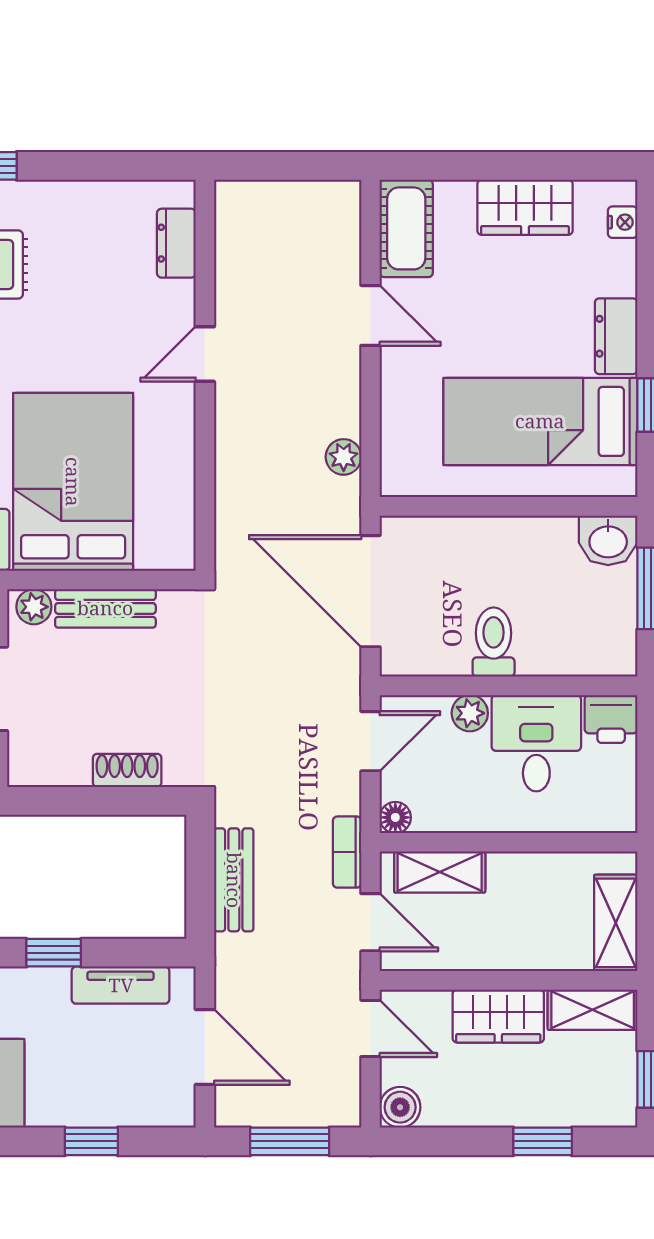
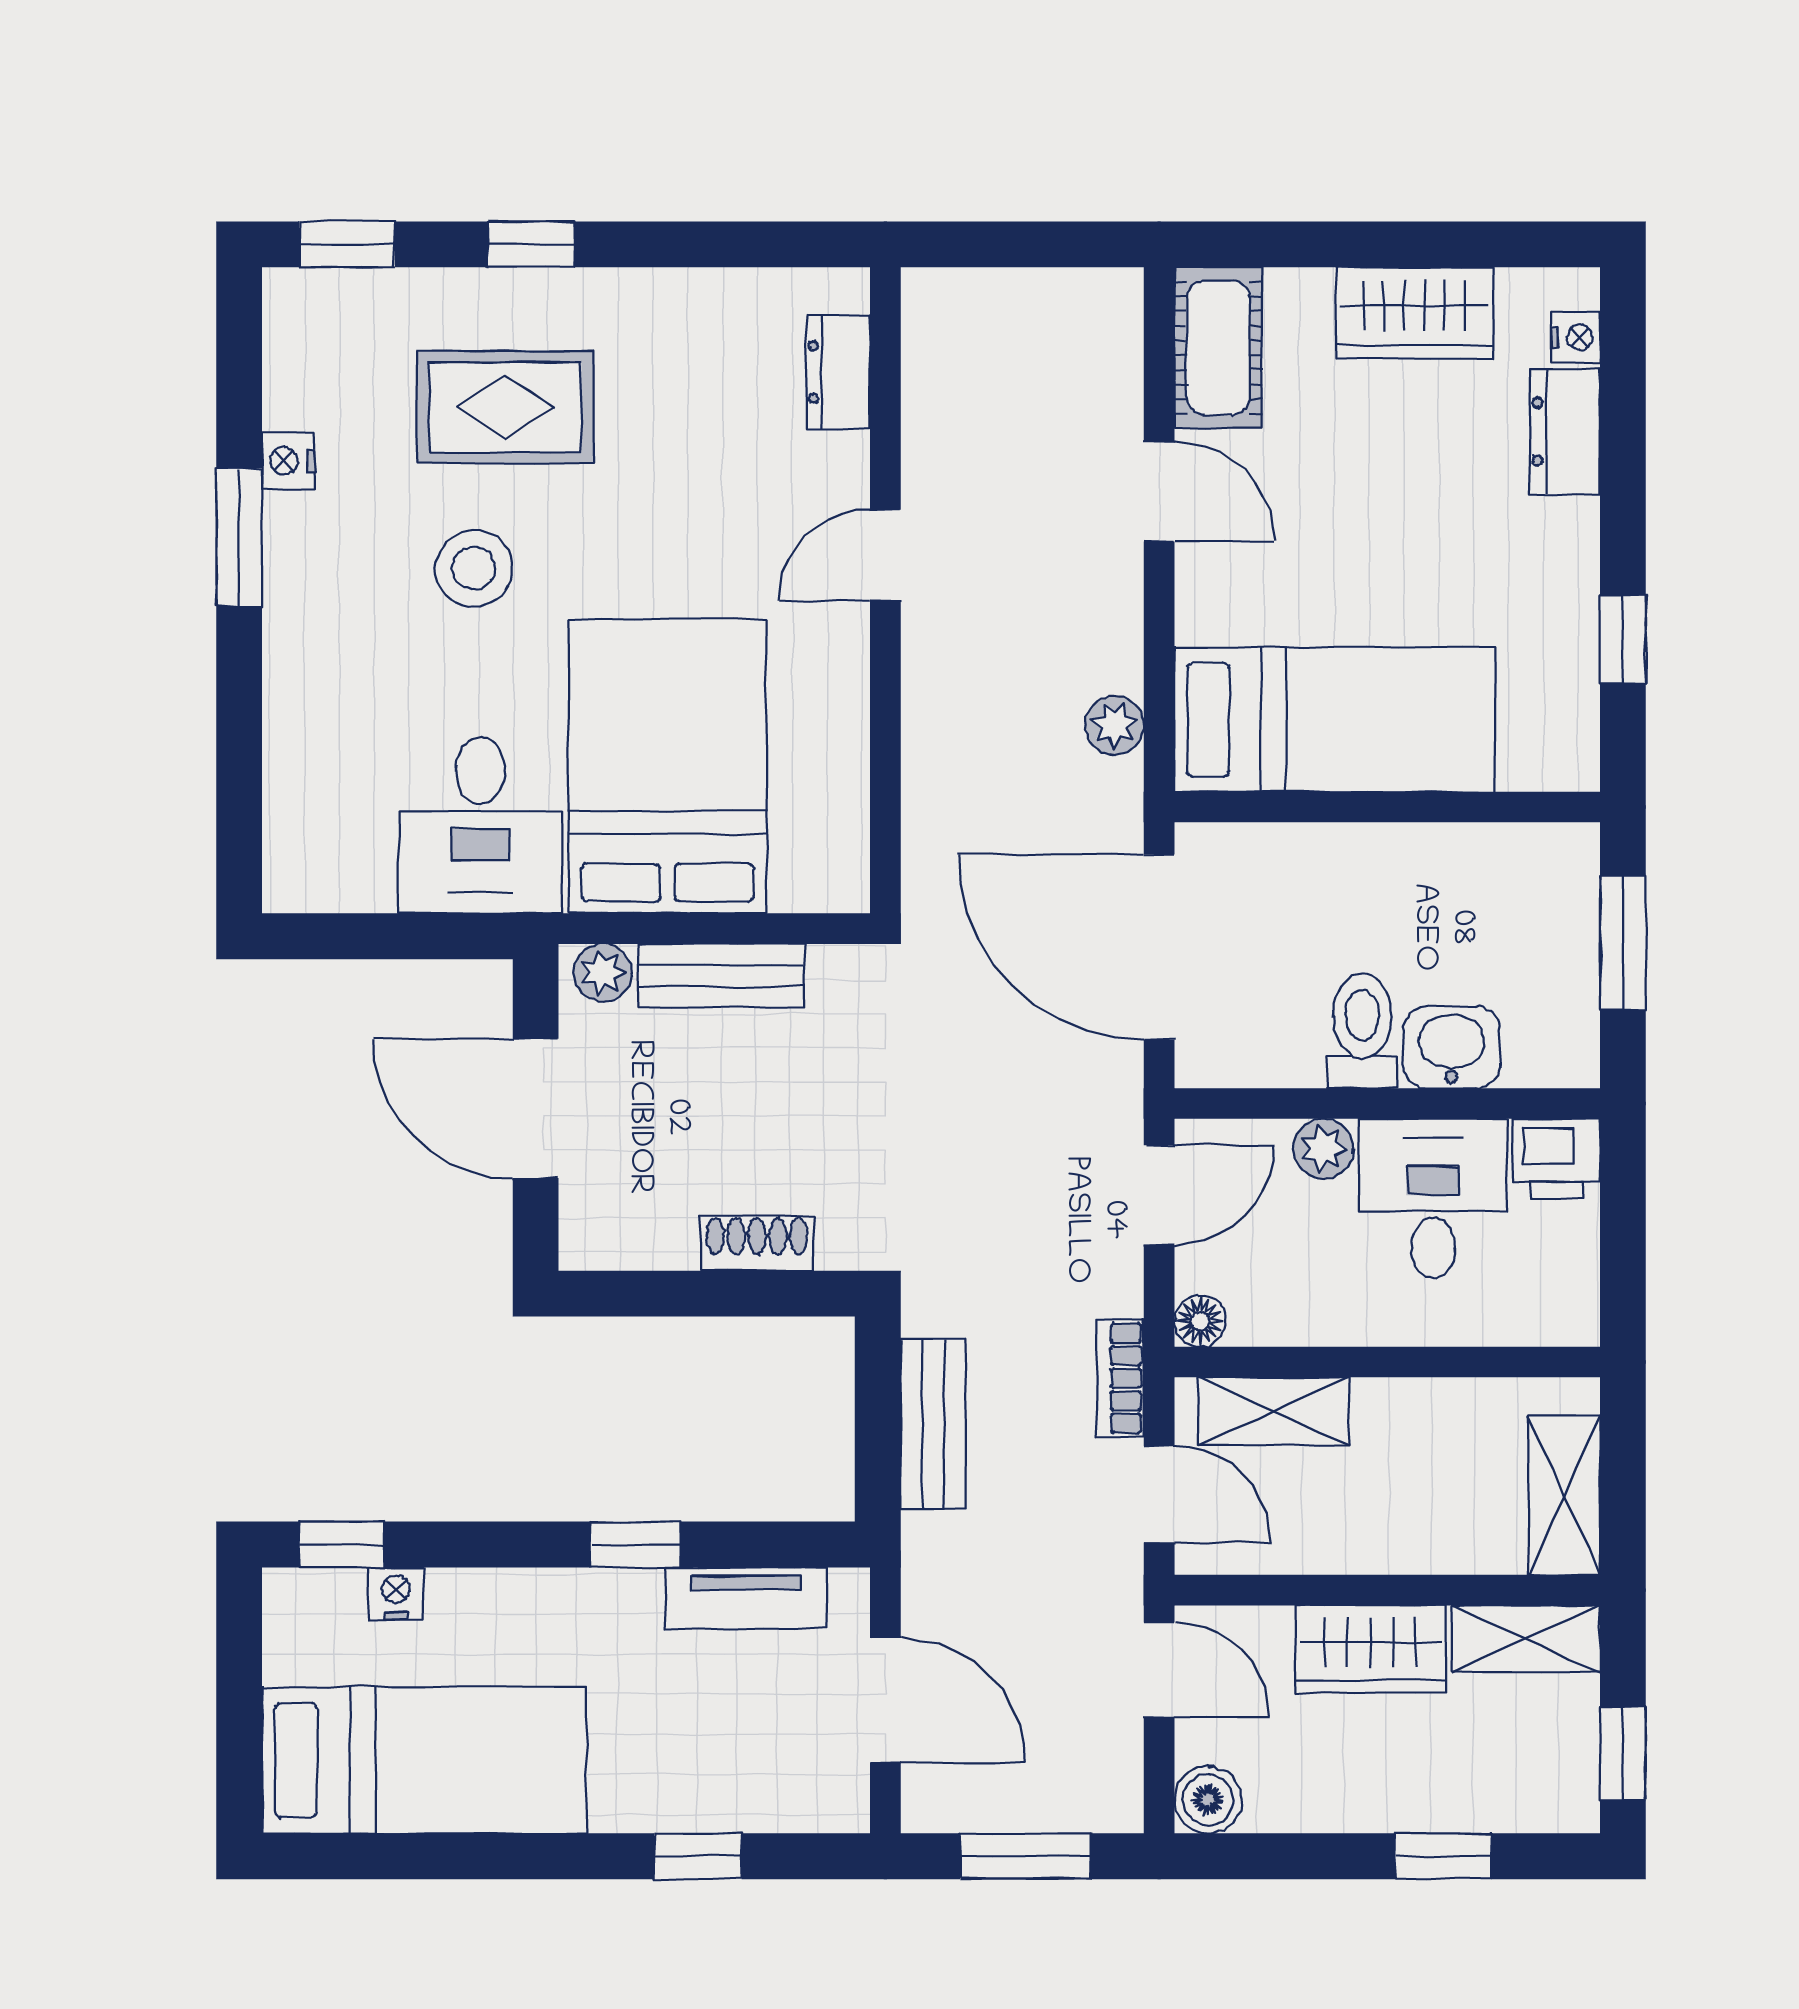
dresser: (616, 336) -> (1565, 432), moved
bed: (540, 421) -> (1335, 720), moved, turned 180
washbasin: (608, 540) -> (1452, 1047), moved, turned 180

